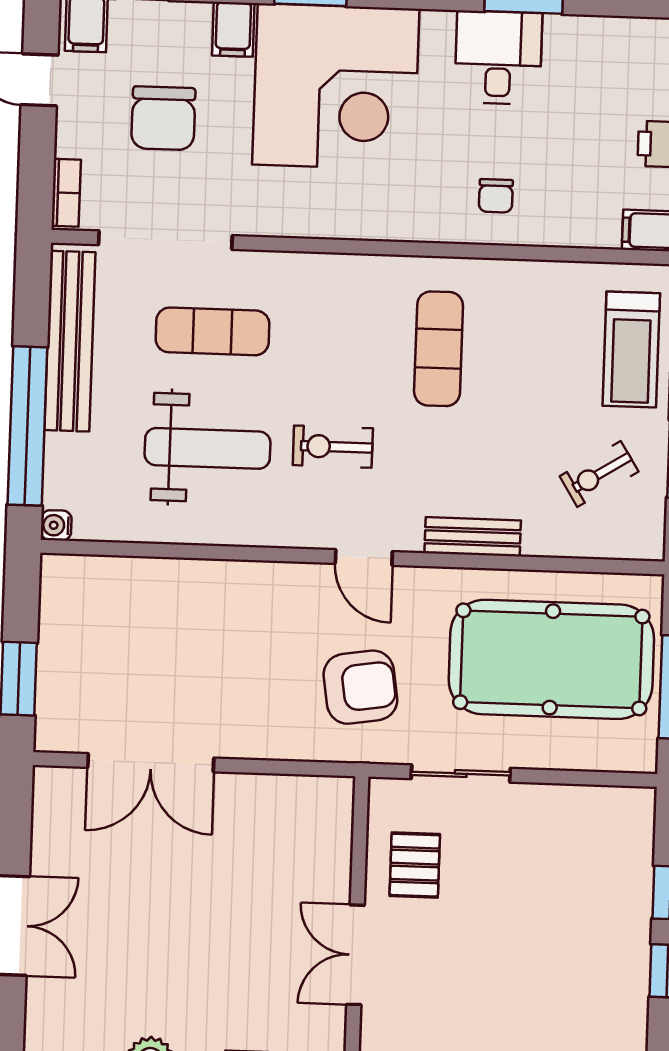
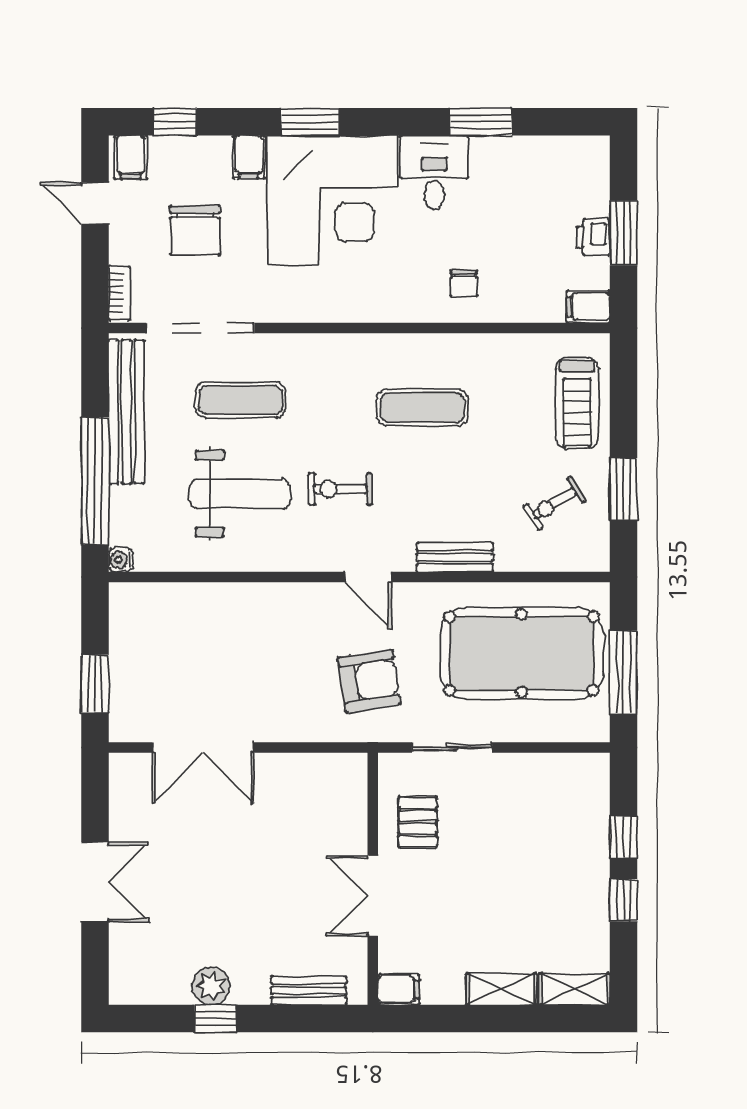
desk: (498, 57) -> (434, 172), moved
exercise mat: (439, 349) -> (422, 408), turned 90

